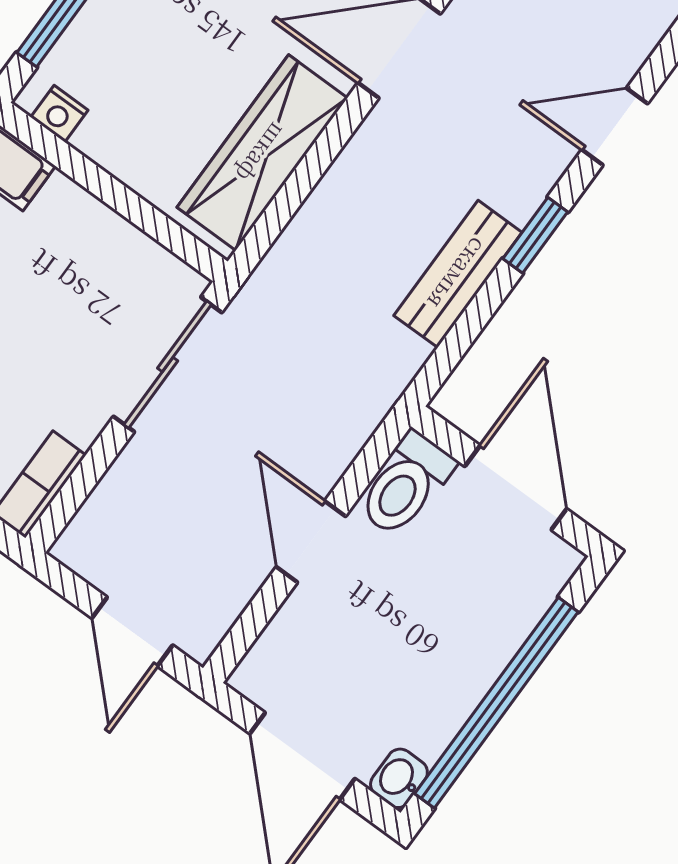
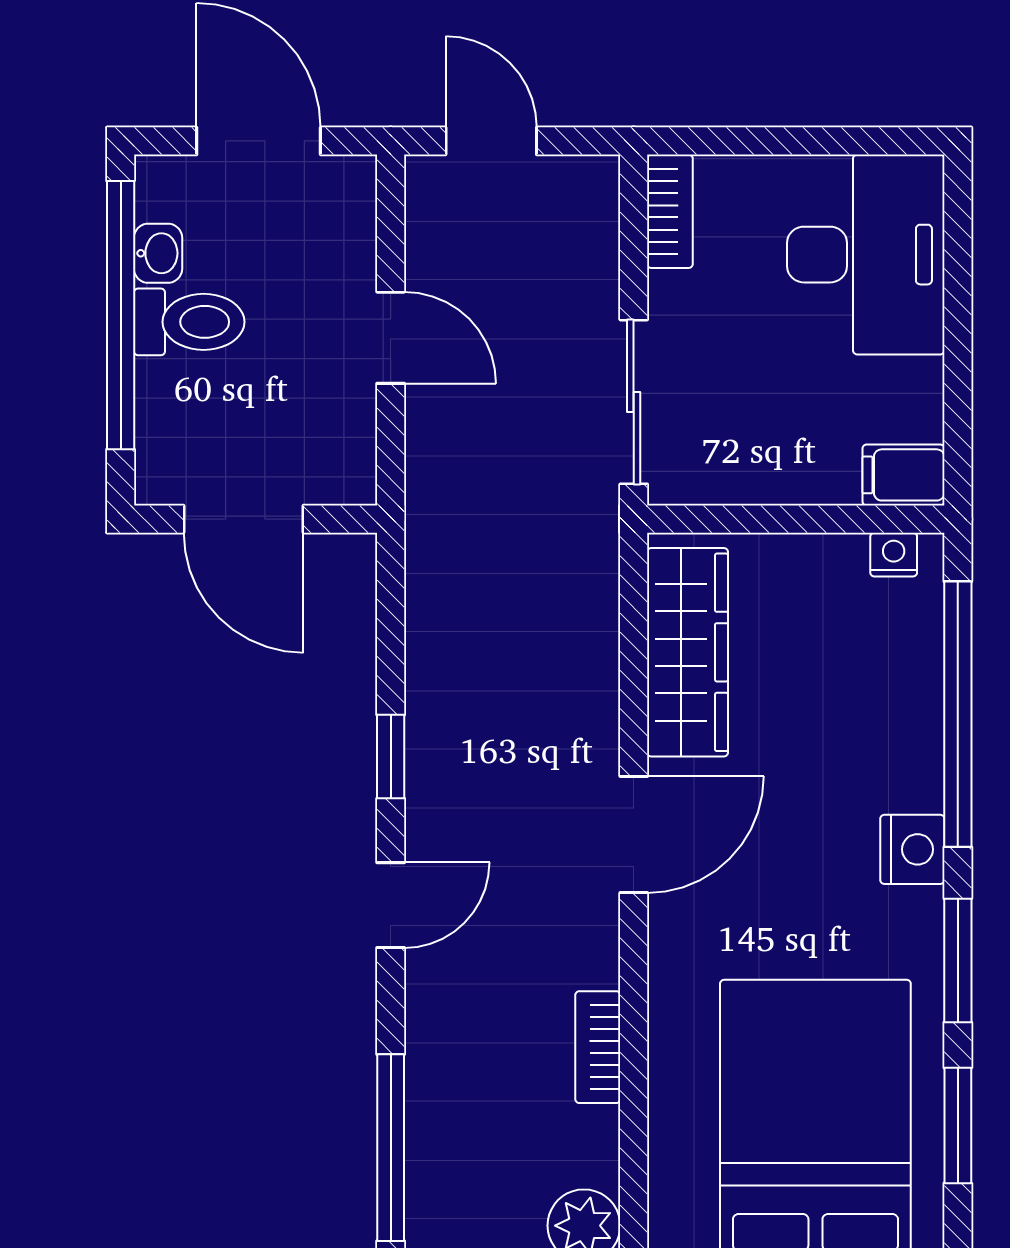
bench: (458, 274) -> (434, 672), removed
toilet: (406, 484) -> (189, 322), moved, turned 90
washbasin: (399, 778) -> (158, 253), moved

